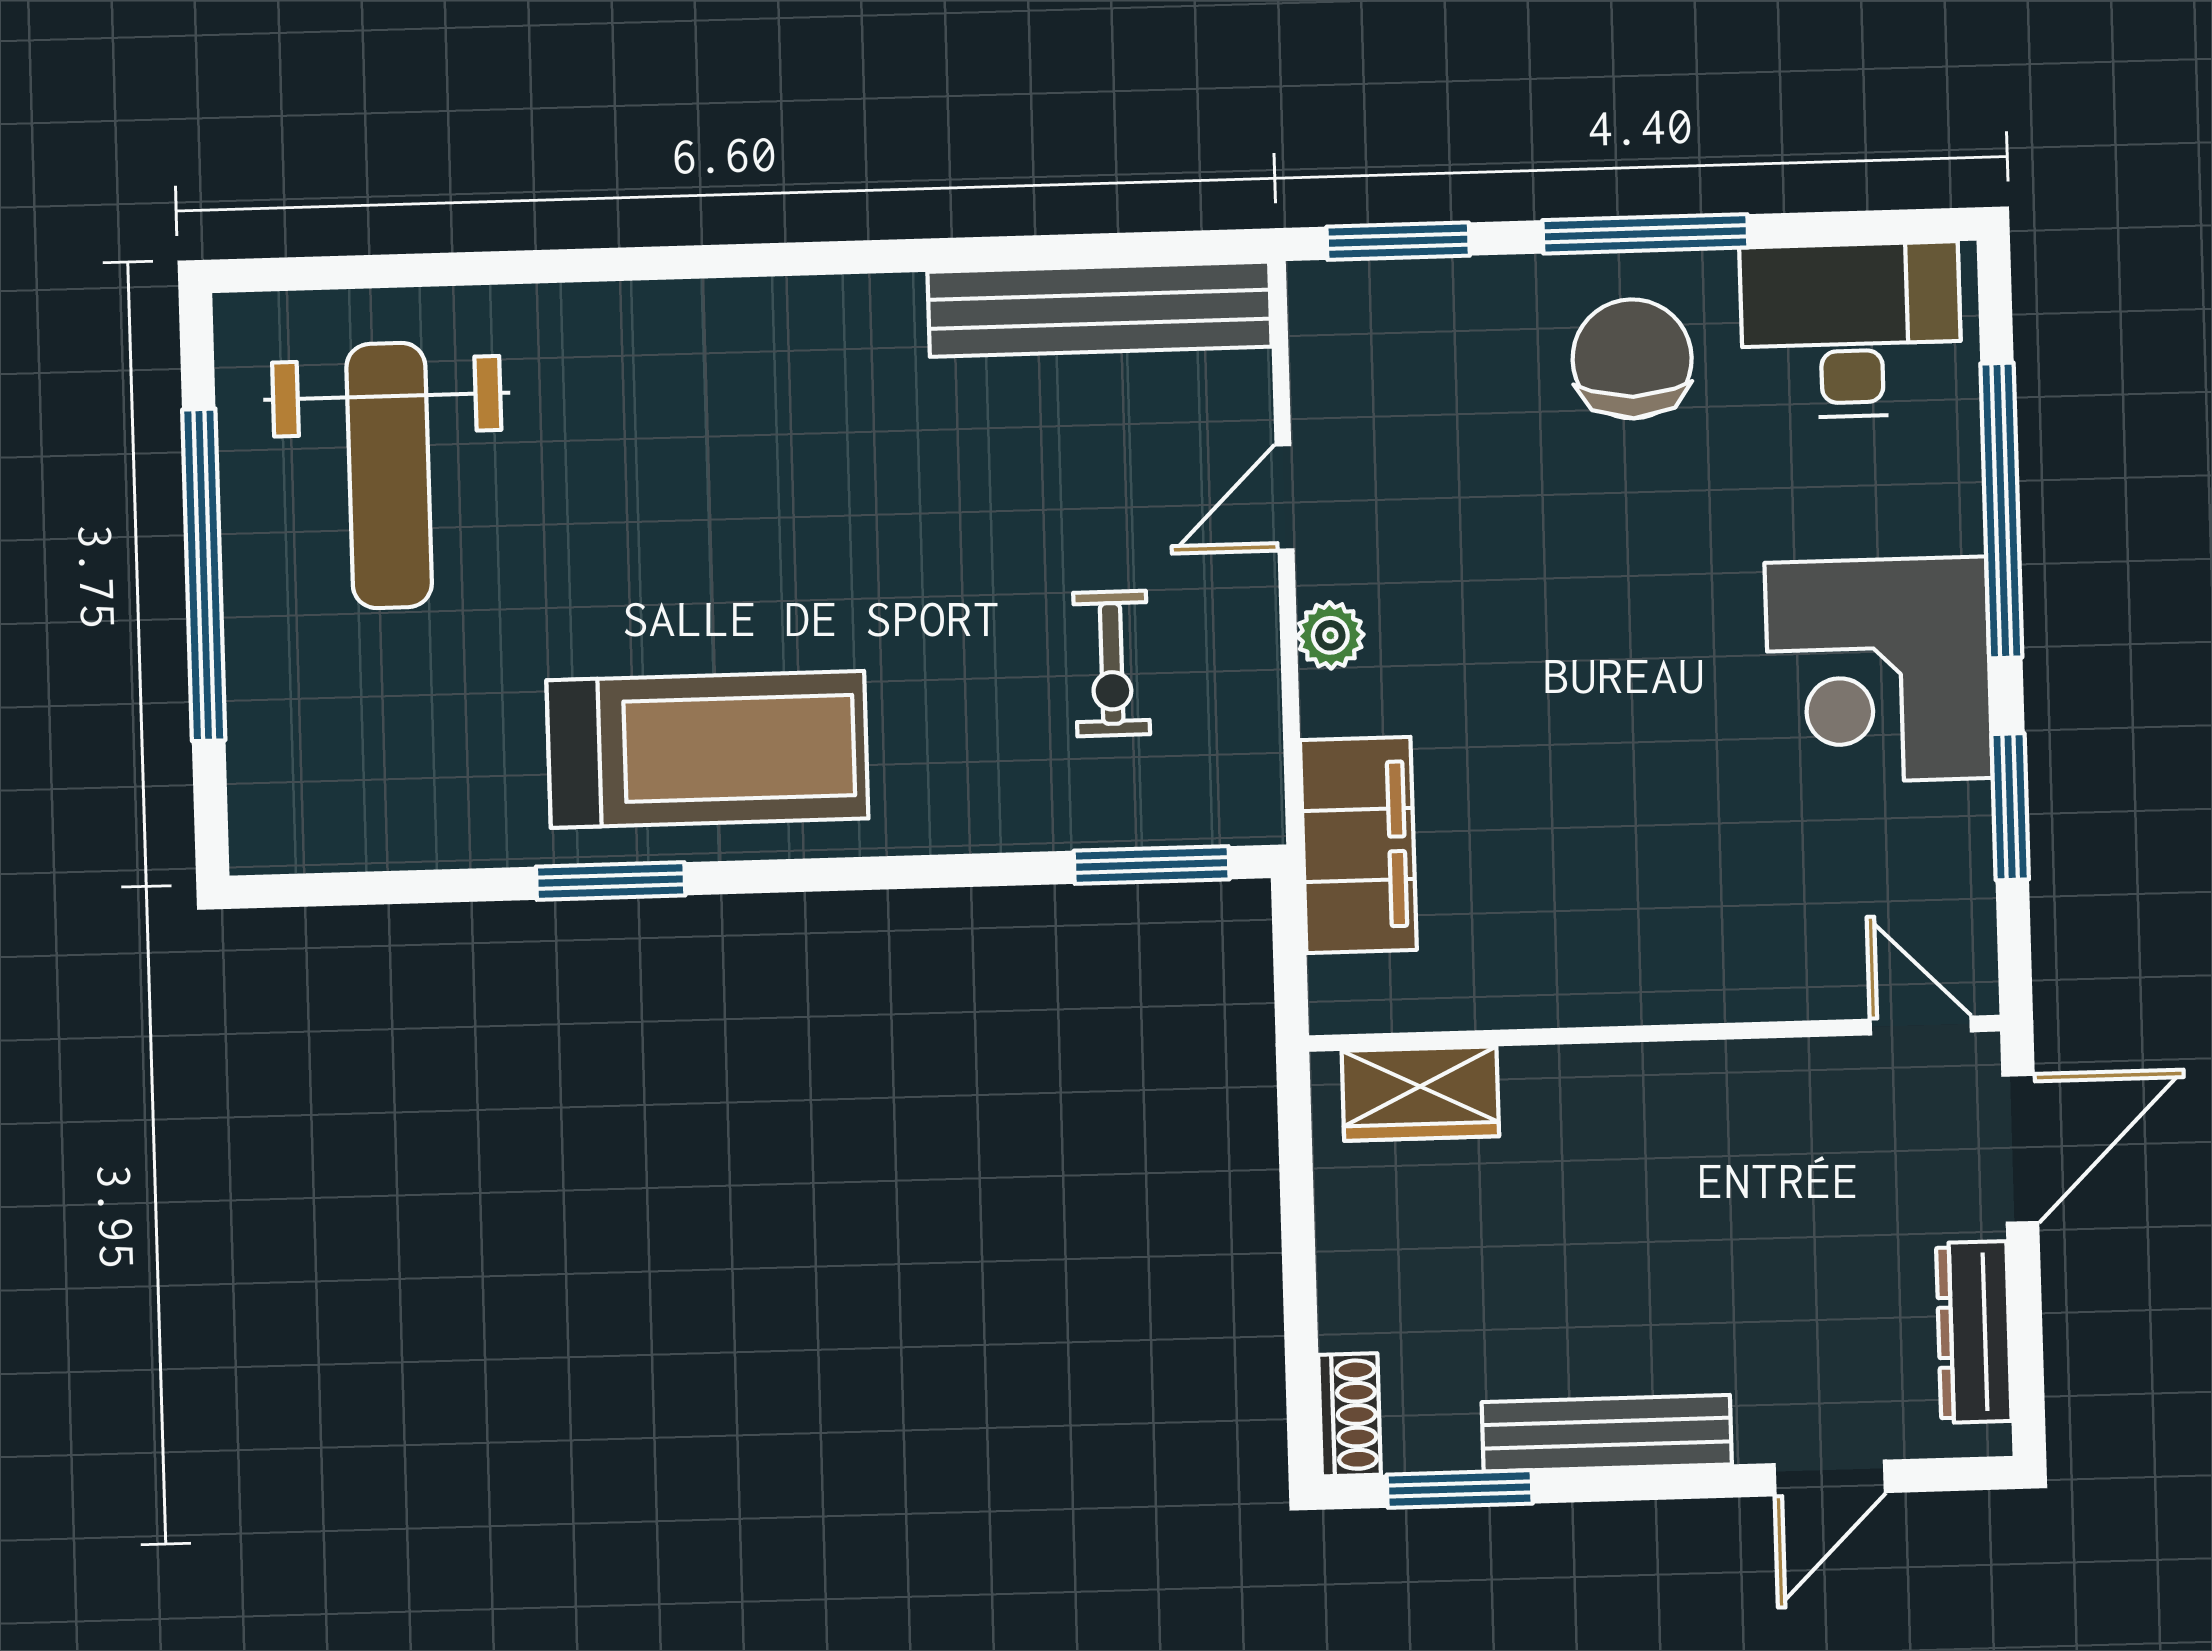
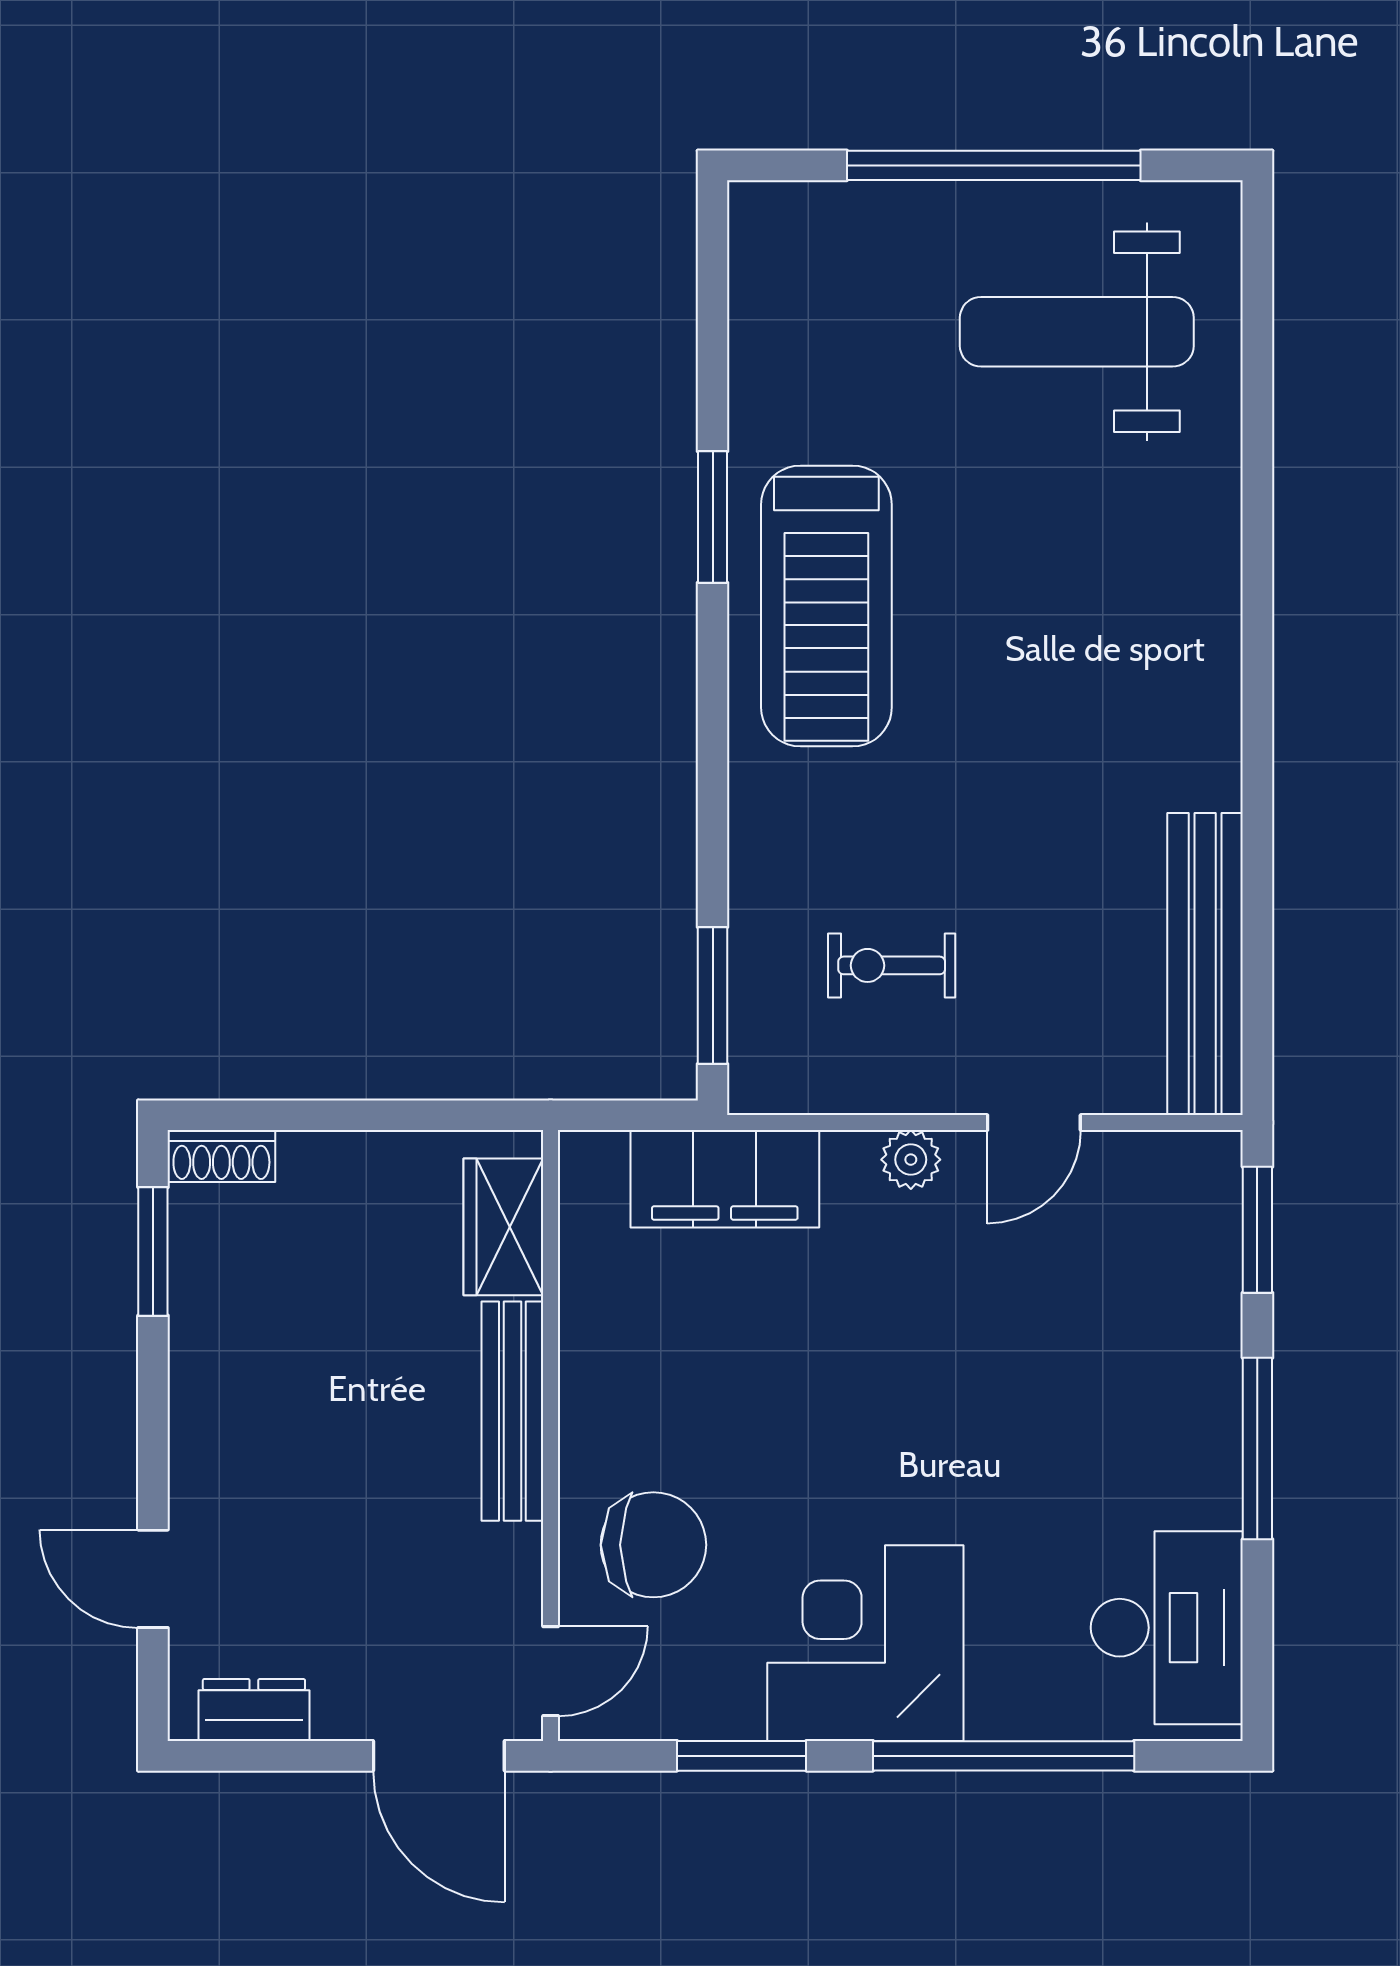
chair: (1632, 359) -> (653, 1545), moved
door: (1284, 497) -> (1034, 1123), swing flipped
dresser: (1974, 1332) -> (254, 1710), width x0.70
bench: (1607, 1433) -> (512, 1411), moved

